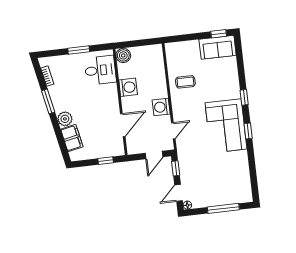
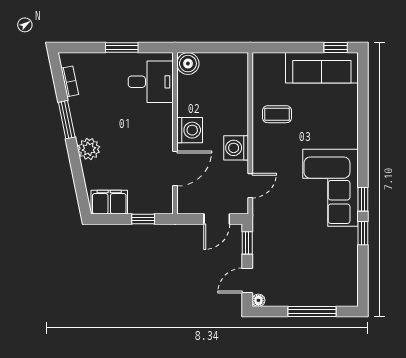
sofa: (218, 47) -> (322, 68), width x1.36
washing machine: (128, 87) -> (190, 130), moved
window: (244, 97) -> (363, 233), moved
filing cabinet: (72, 138) -> (109, 202), moved, turned -79

